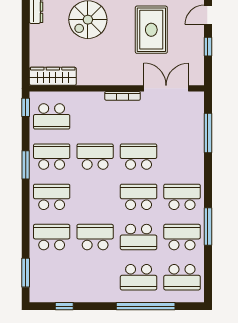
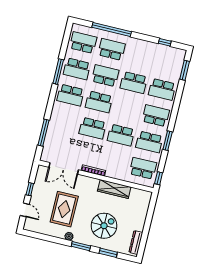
door: (208, 15) -> (25, 210), hinge flipped
wardrobe: (53, 76) -> (114, 189), moved
school desk: (52, 197) -> (156, 116), turned 180

